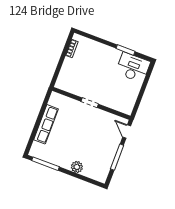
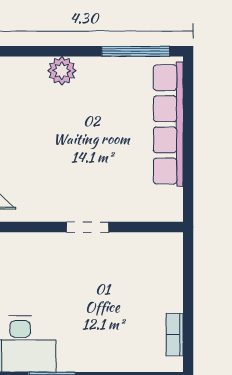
row of seats: (46, 124) -> (168, 124), width x1.36

